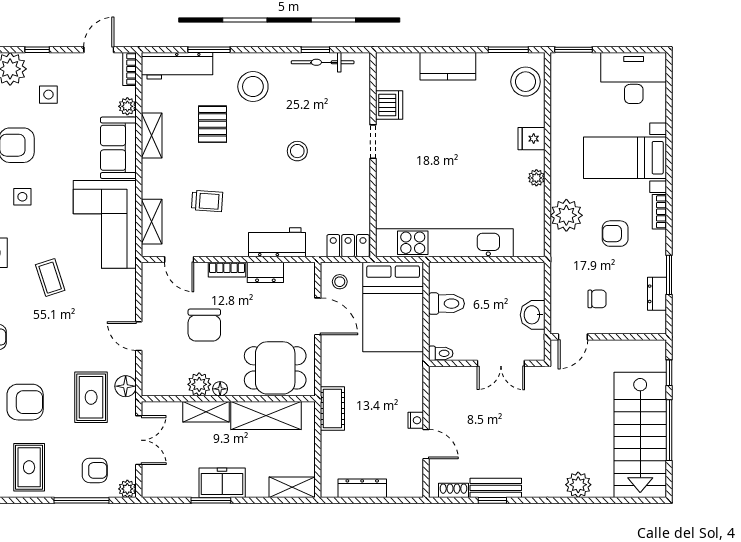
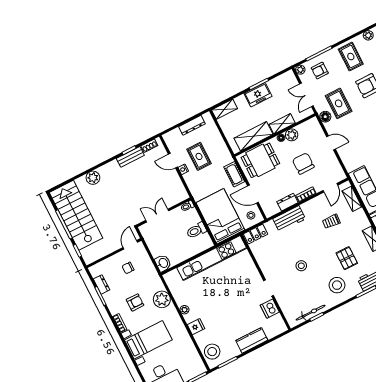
door: (179, 260) -> (330, 188), swing flipped
washbasin: (533, 315) -> (163, 263), moved
cot: (332, 408) -> (234, 174), moved
rug: (377, 428) -> (199, 156), added

